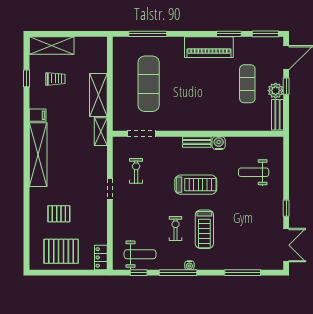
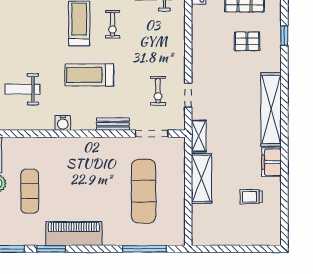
shelving: (52, 45) -> (255, 235), removed
window: (27, 78) -> (284, 36), moved
filing cabinet: (38, 115) -> (272, 162), width x2.00
bench: (197, 142) -> (113, 124), moved
weight bench: (254, 172) -> (22, 89), turned 180
doorway: (110, 189) -> (188, 95), moved

